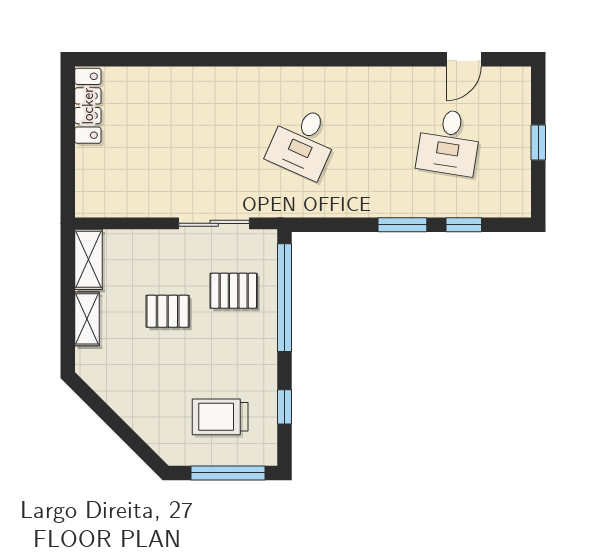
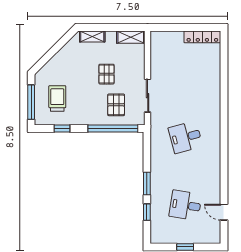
desk: (303, 142) -> (185, 137), turned -39
shelving: (87, 319) -> (92, 36), moved

